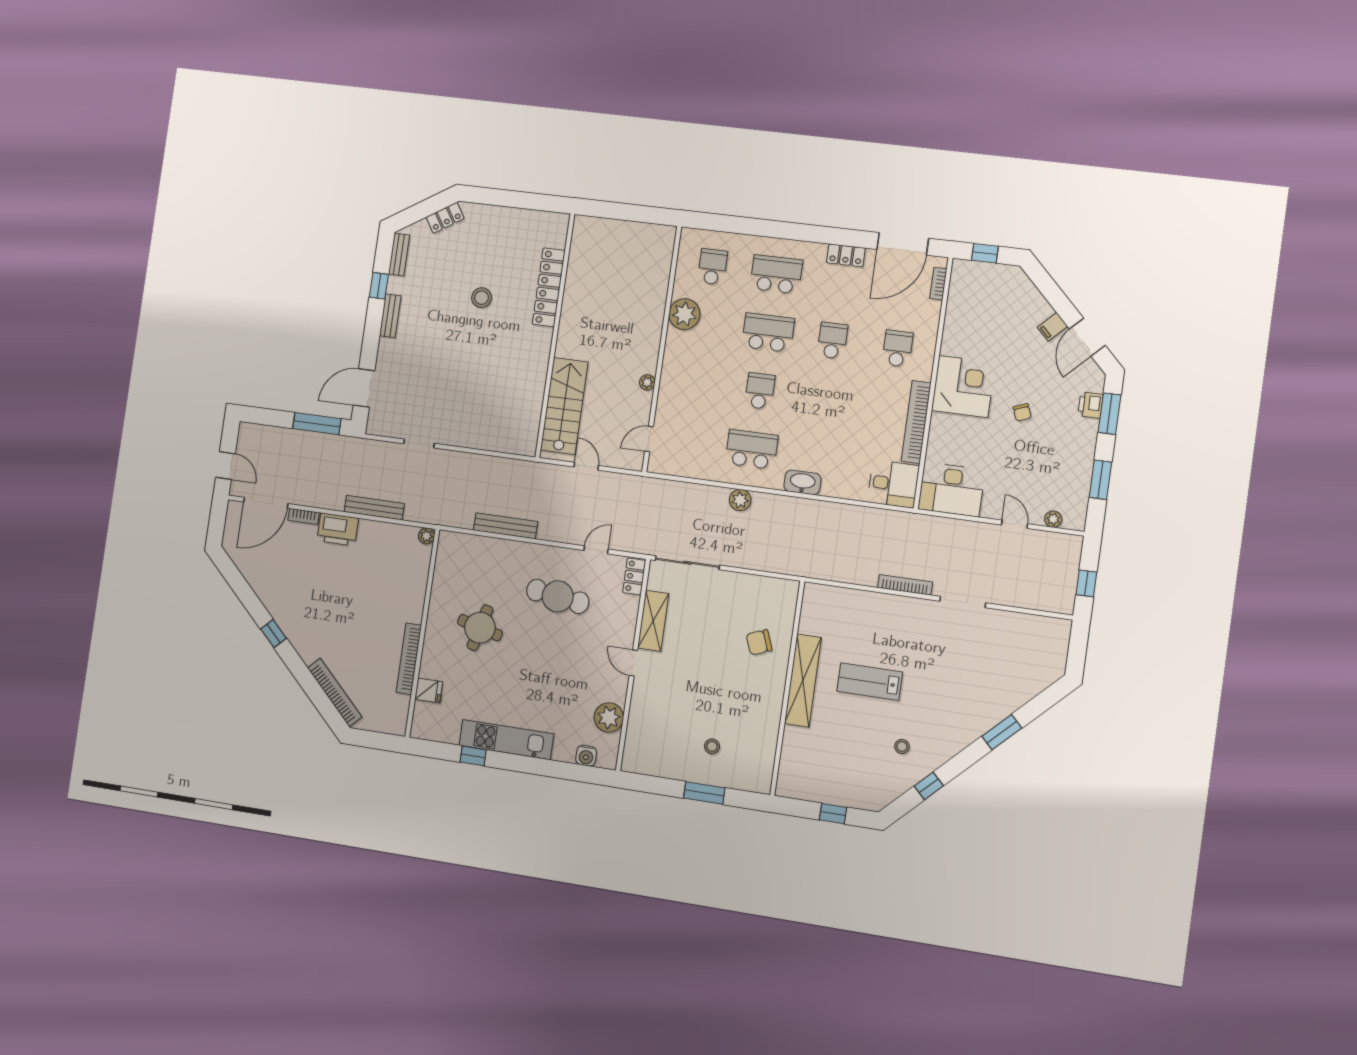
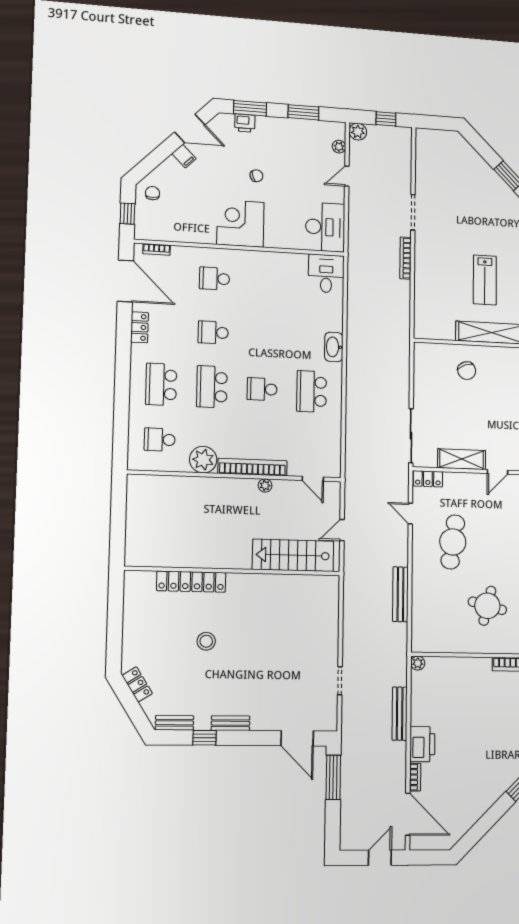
chair: (1008, 285) -> (153, 193), added
bookcase: (916, 422) -> (252, 467), moved, turned 180
plant: (740, 500) -> (358, 132), moved

